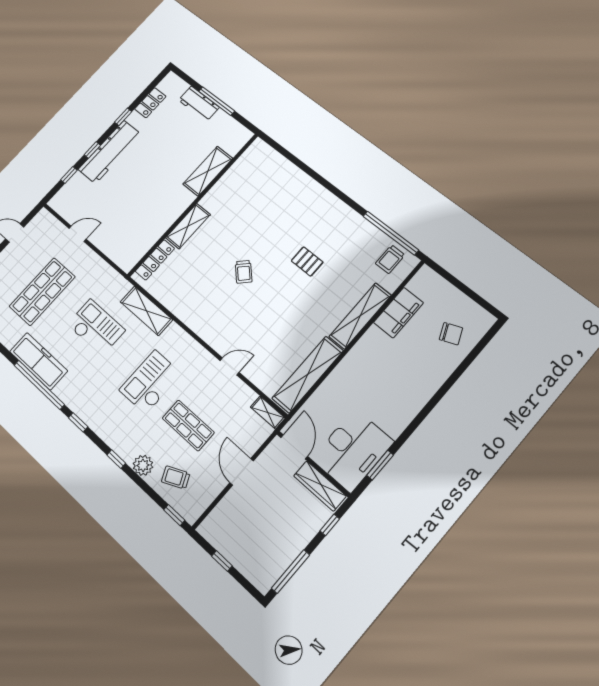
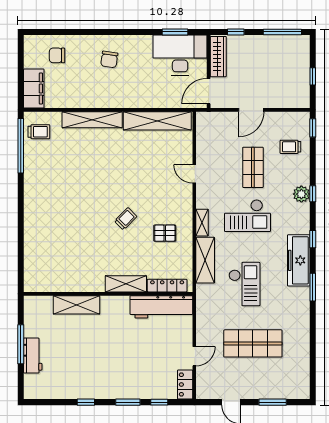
locker: (150, 103) -> (185, 385), moved, turned -90
window: (92, 150) -> (128, 402), width x1.50
workbench: (110, 152) -> (161, 307), moved, turned 180
door: (78, 234) -> (194, 356), swing flipped
pallet: (307, 261) -> (165, 233), moved, turned 90
filing cabinet: (398, 313) -> (34, 89), moved, turned 90
checkout: (96, 327) -> (244, 284), turned 180
chair: (451, 334) -> (57, 55), turned -67
freezer: (38, 361) -> (299, 260), moved
chair: (406, 379) -> (109, 59), added
window: (39, 385) -> (313, 287), width x0.47
shelving: (268, 413) -> (202, 223), moved
plant: (143, 465) -> (301, 194), moved
trolley: (176, 477) -> (290, 147), turned 115

